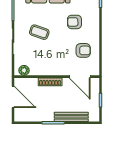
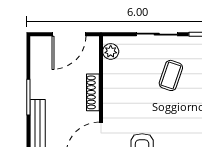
armchair: (74, 22) -> (187, 131), removed

